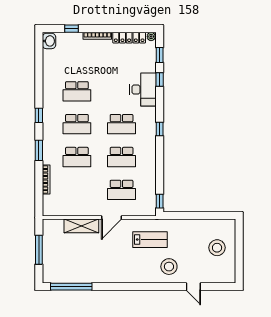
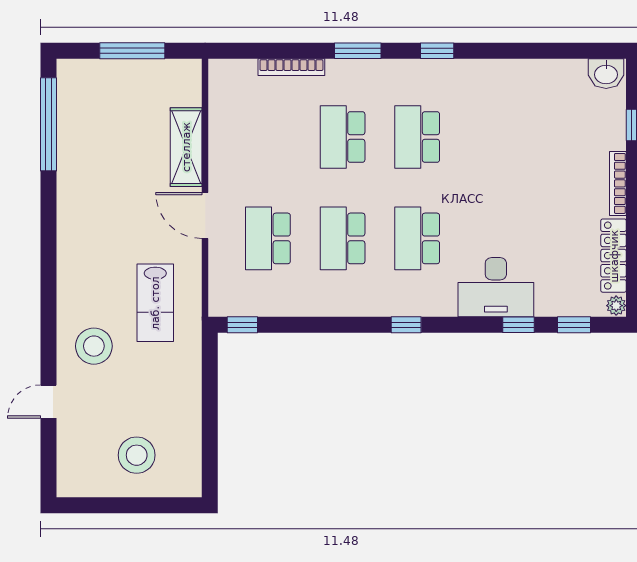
school desk: (77, 91) -> (492, 137), removed

